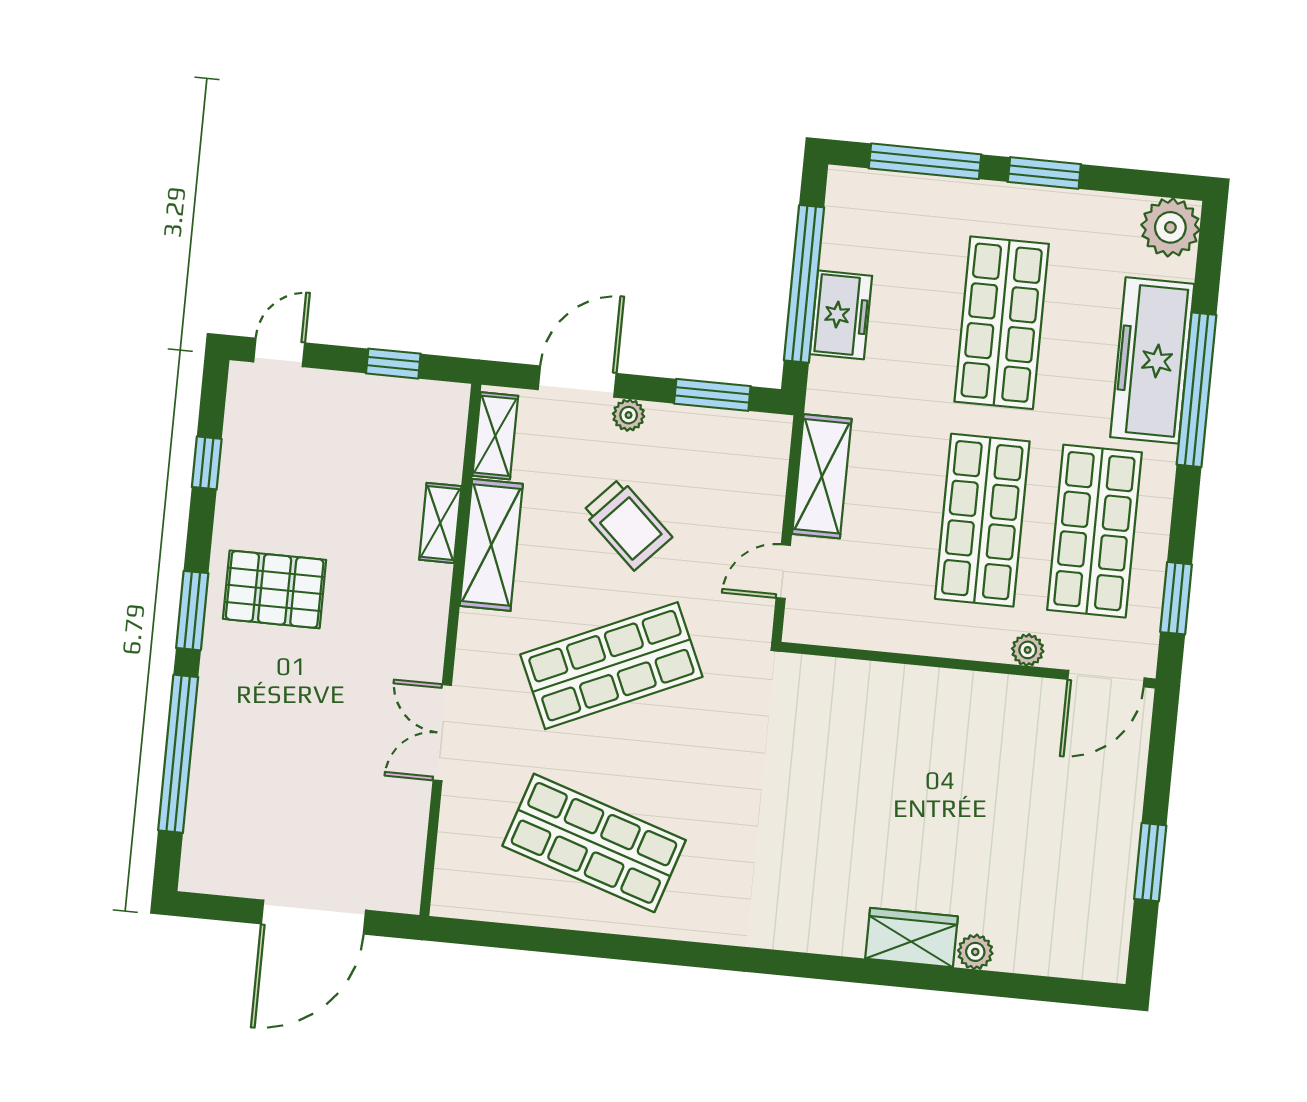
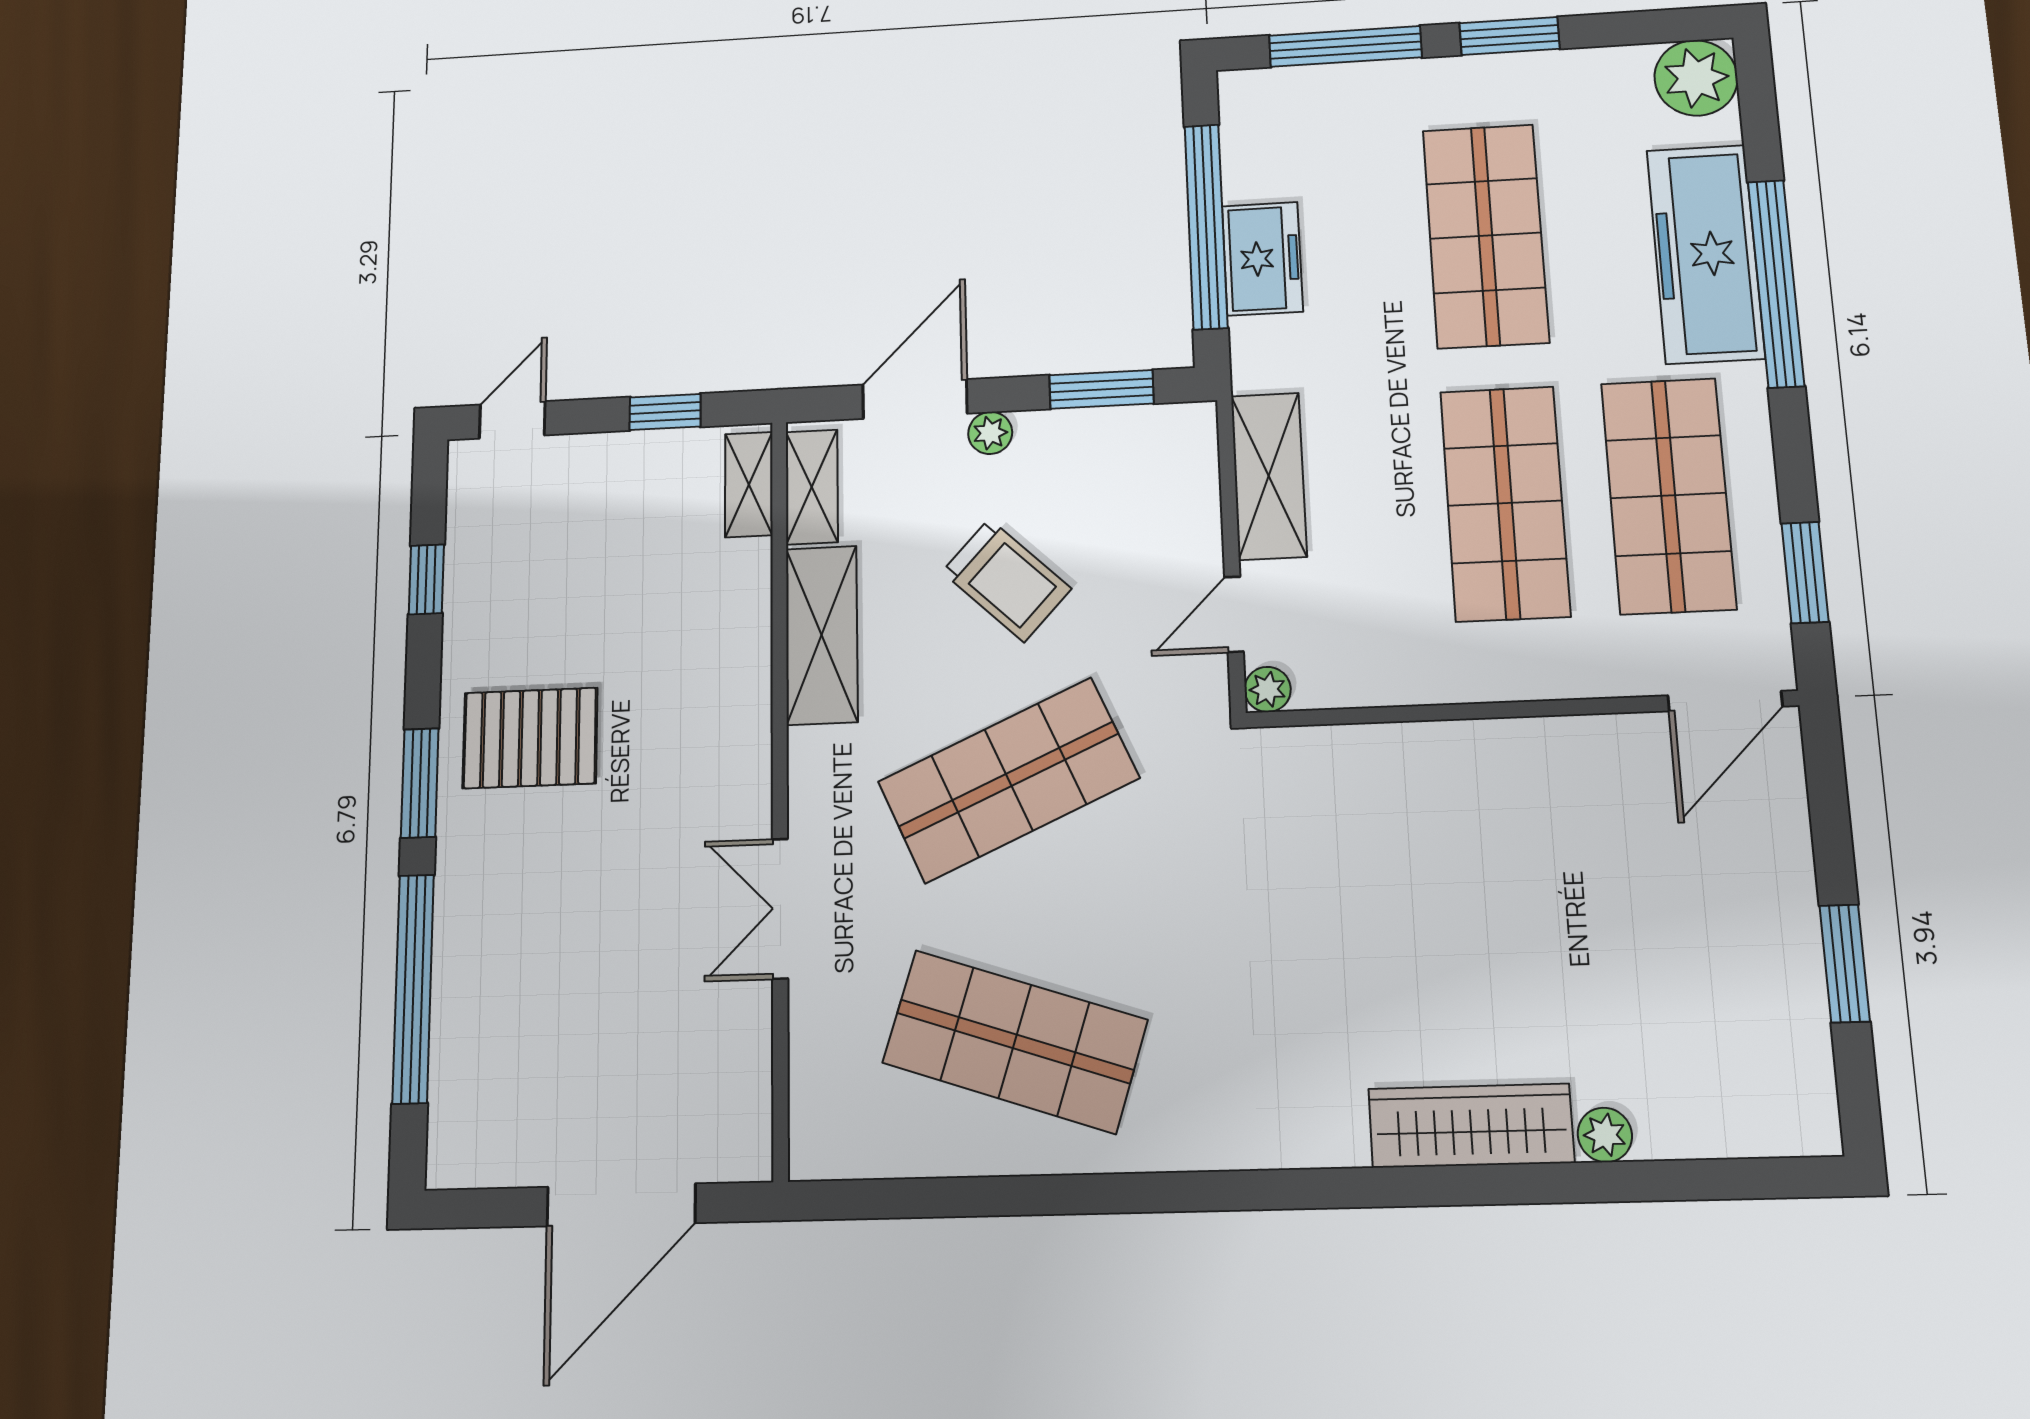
shelving: (440, 523) -> (749, 484), moved
plant: (1028, 650) -> (1268, 689), moved
wardrobe: (912, 938) -> (1471, 1126), width x1.50

